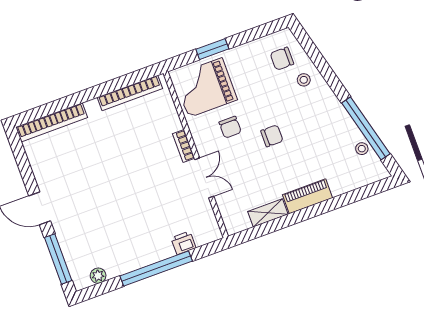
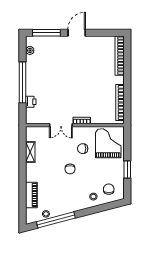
window: (212, 49) -> (127, 170), moved
piano: (308, 196) -> (31, 195), moved

